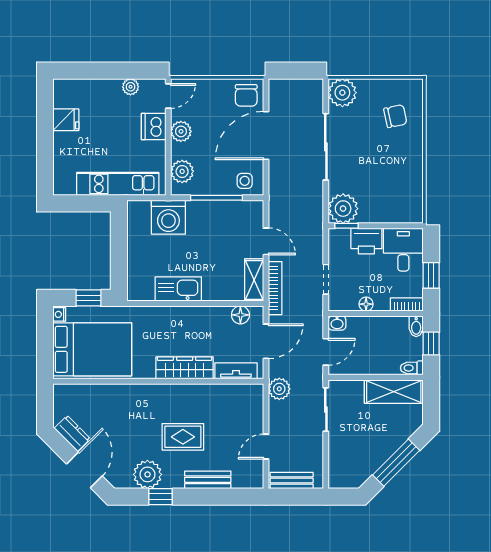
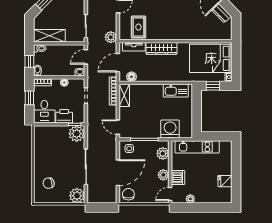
door: (266, 241) -> (118, 127), moved
kitchen sink: (178, 289) -> (176, 91), moved
rug: (183, 437) -> (138, 27), moved, turned 90

